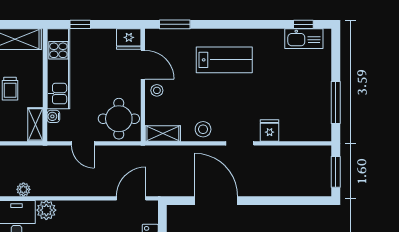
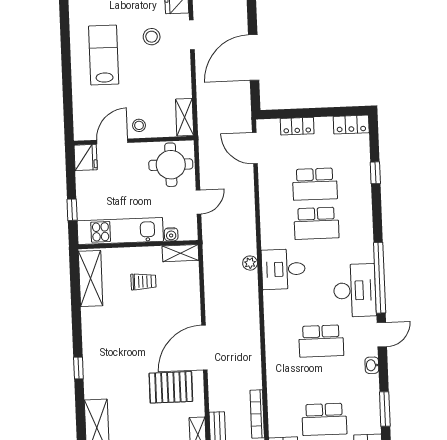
window: (175, 24) -> (68, 109), removed
stool: (203, 129) -> (152, 37), moved
plant: (46, 210) -> (271, 238), removed

